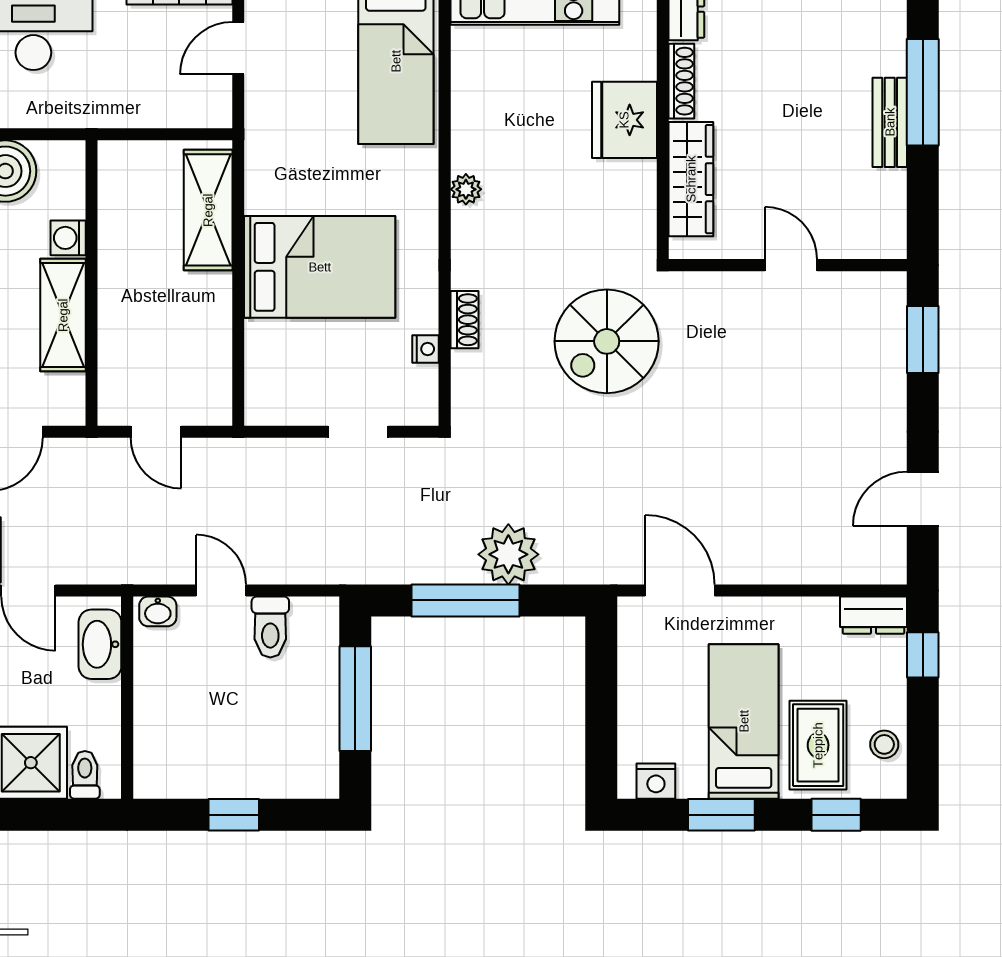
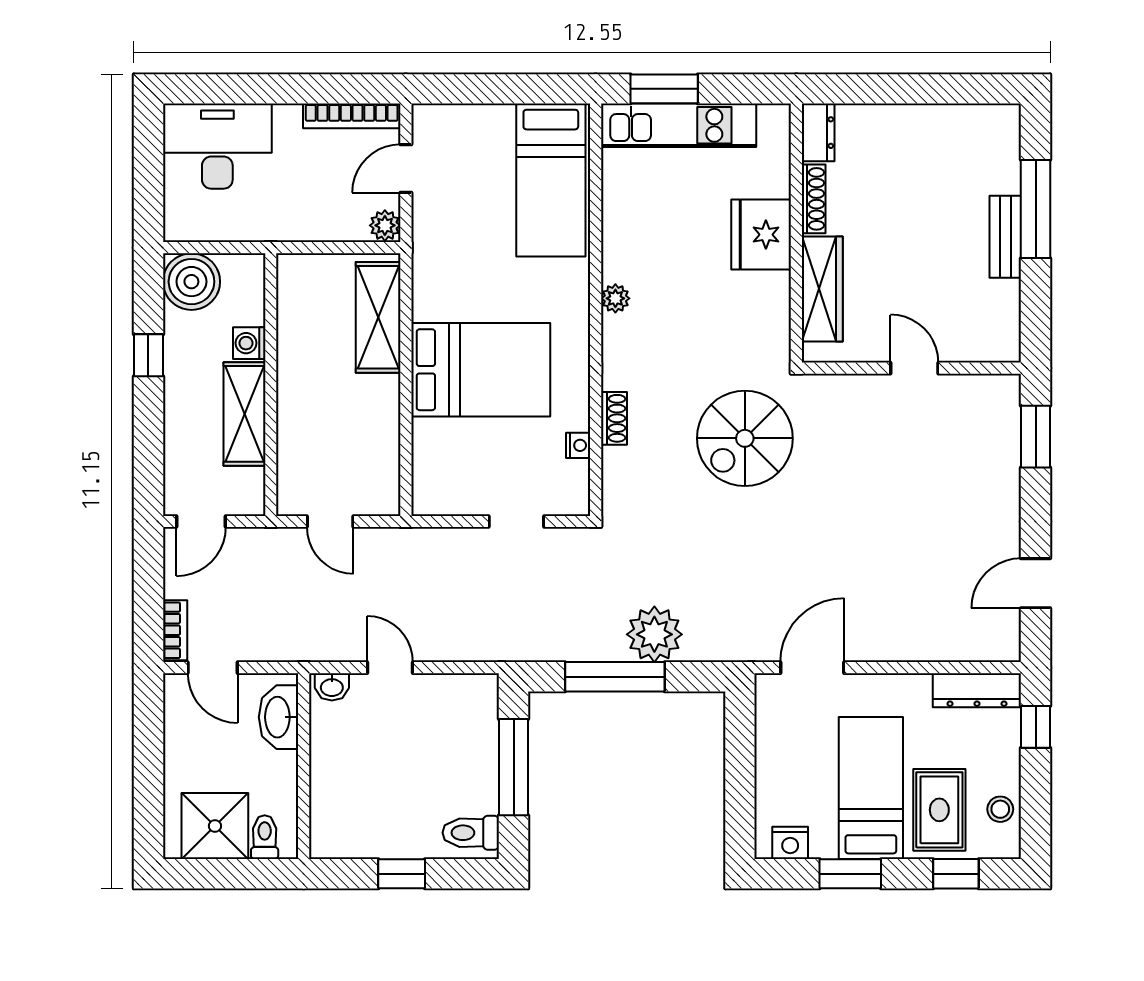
plant: (216, 110) -> (385, 225), added
door: (680, 590) -> (812, 668), hinge flipped
dresser: (874, 615) -> (977, 690), width x1.44
toilet: (270, 627) -> (471, 833), moved, turned 90

